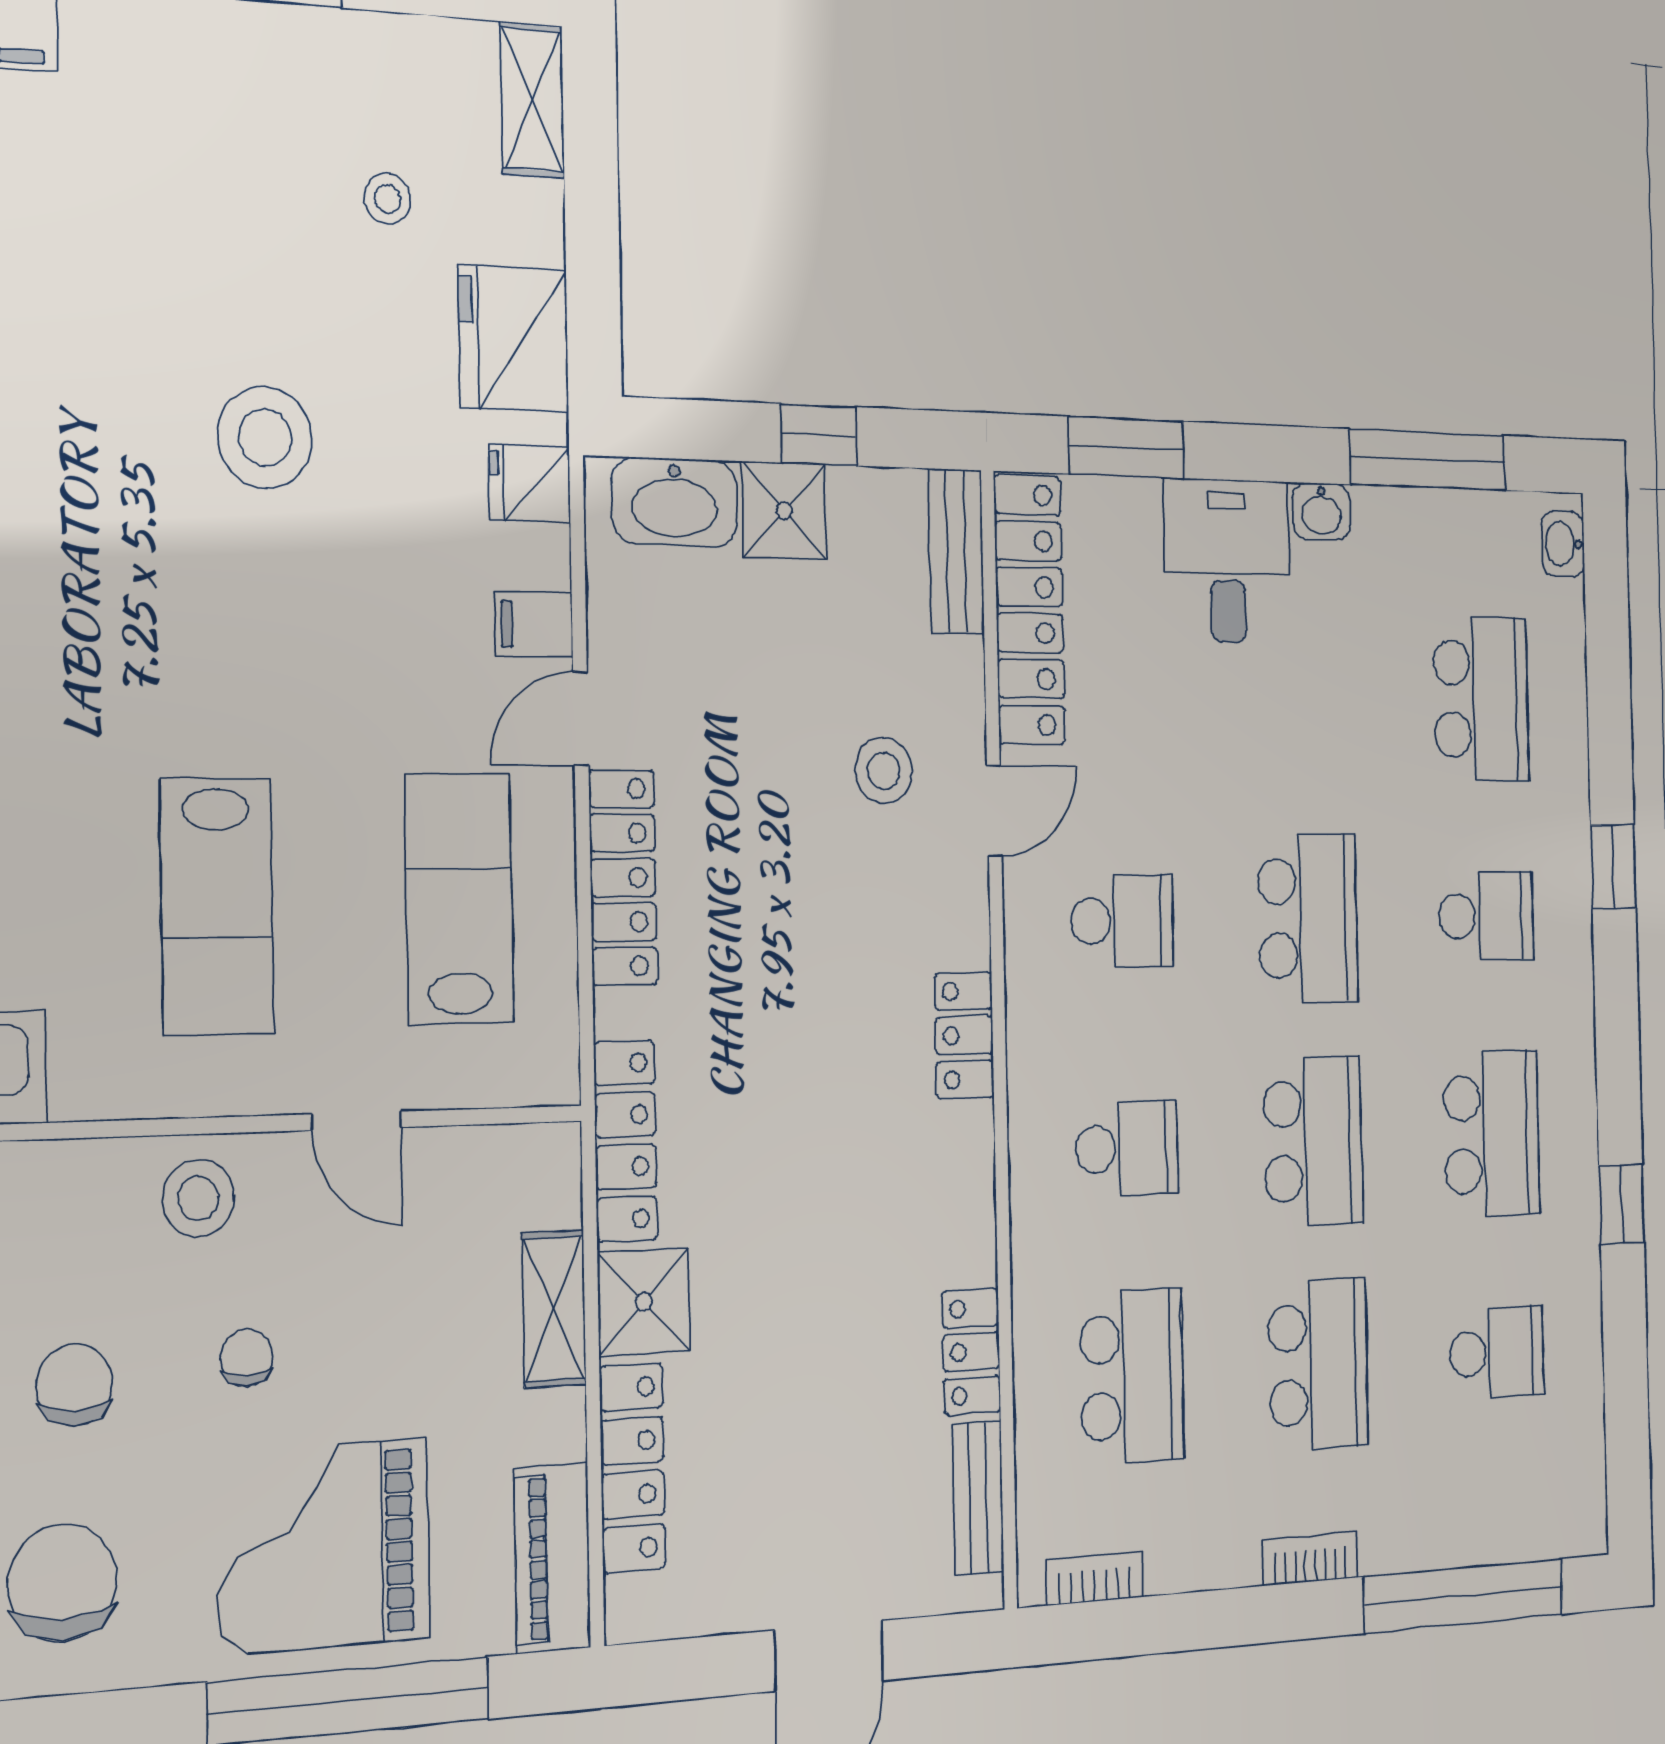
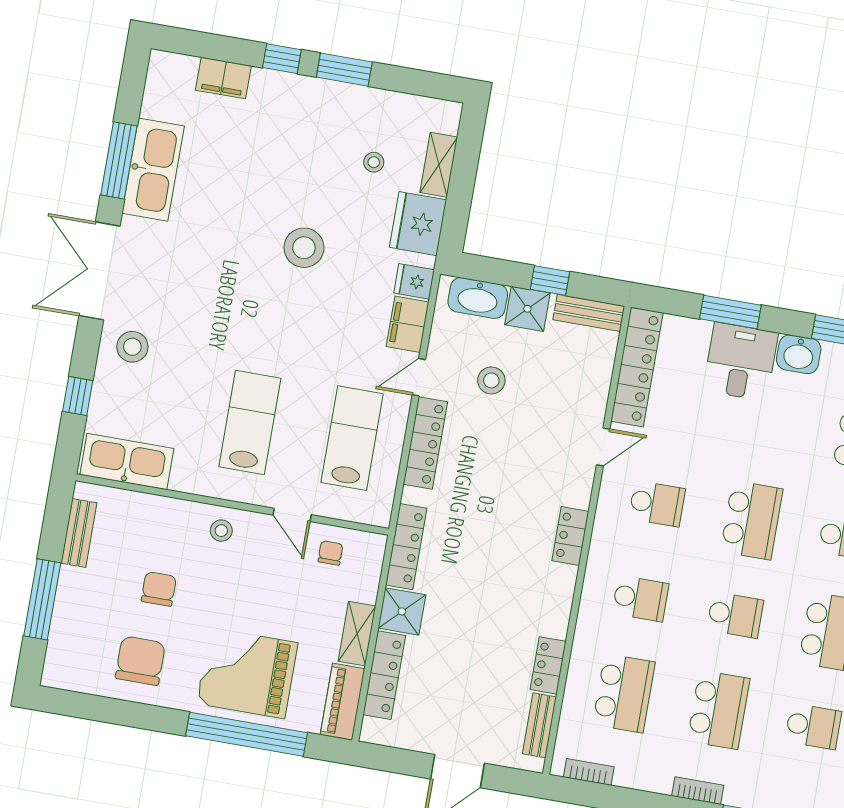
shelving: (532, 100) -> (439, 165), moved
window: (1126, 448) -> (730, 312), moved
washbasin: (1322, 511) -> (799, 354), width x1.38, depth x1.45
bench: (956, 551) -> (589, 313), moved, turned 90
filing cabinet: (534, 625) -> (408, 324), width x2.00
stool: (884, 771) -> (491, 380), moved
lab bench: (217, 907) -> (250, 422), turned 180
school desk: (1313, 1141) -> (735, 615), width x0.54
stool: (198, 1198) -> (221, 531), width x0.73, depth x0.73
shelving: (554, 1309) -> (357, 634), moved
chair: (247, 1358) -> (330, 553), moved

